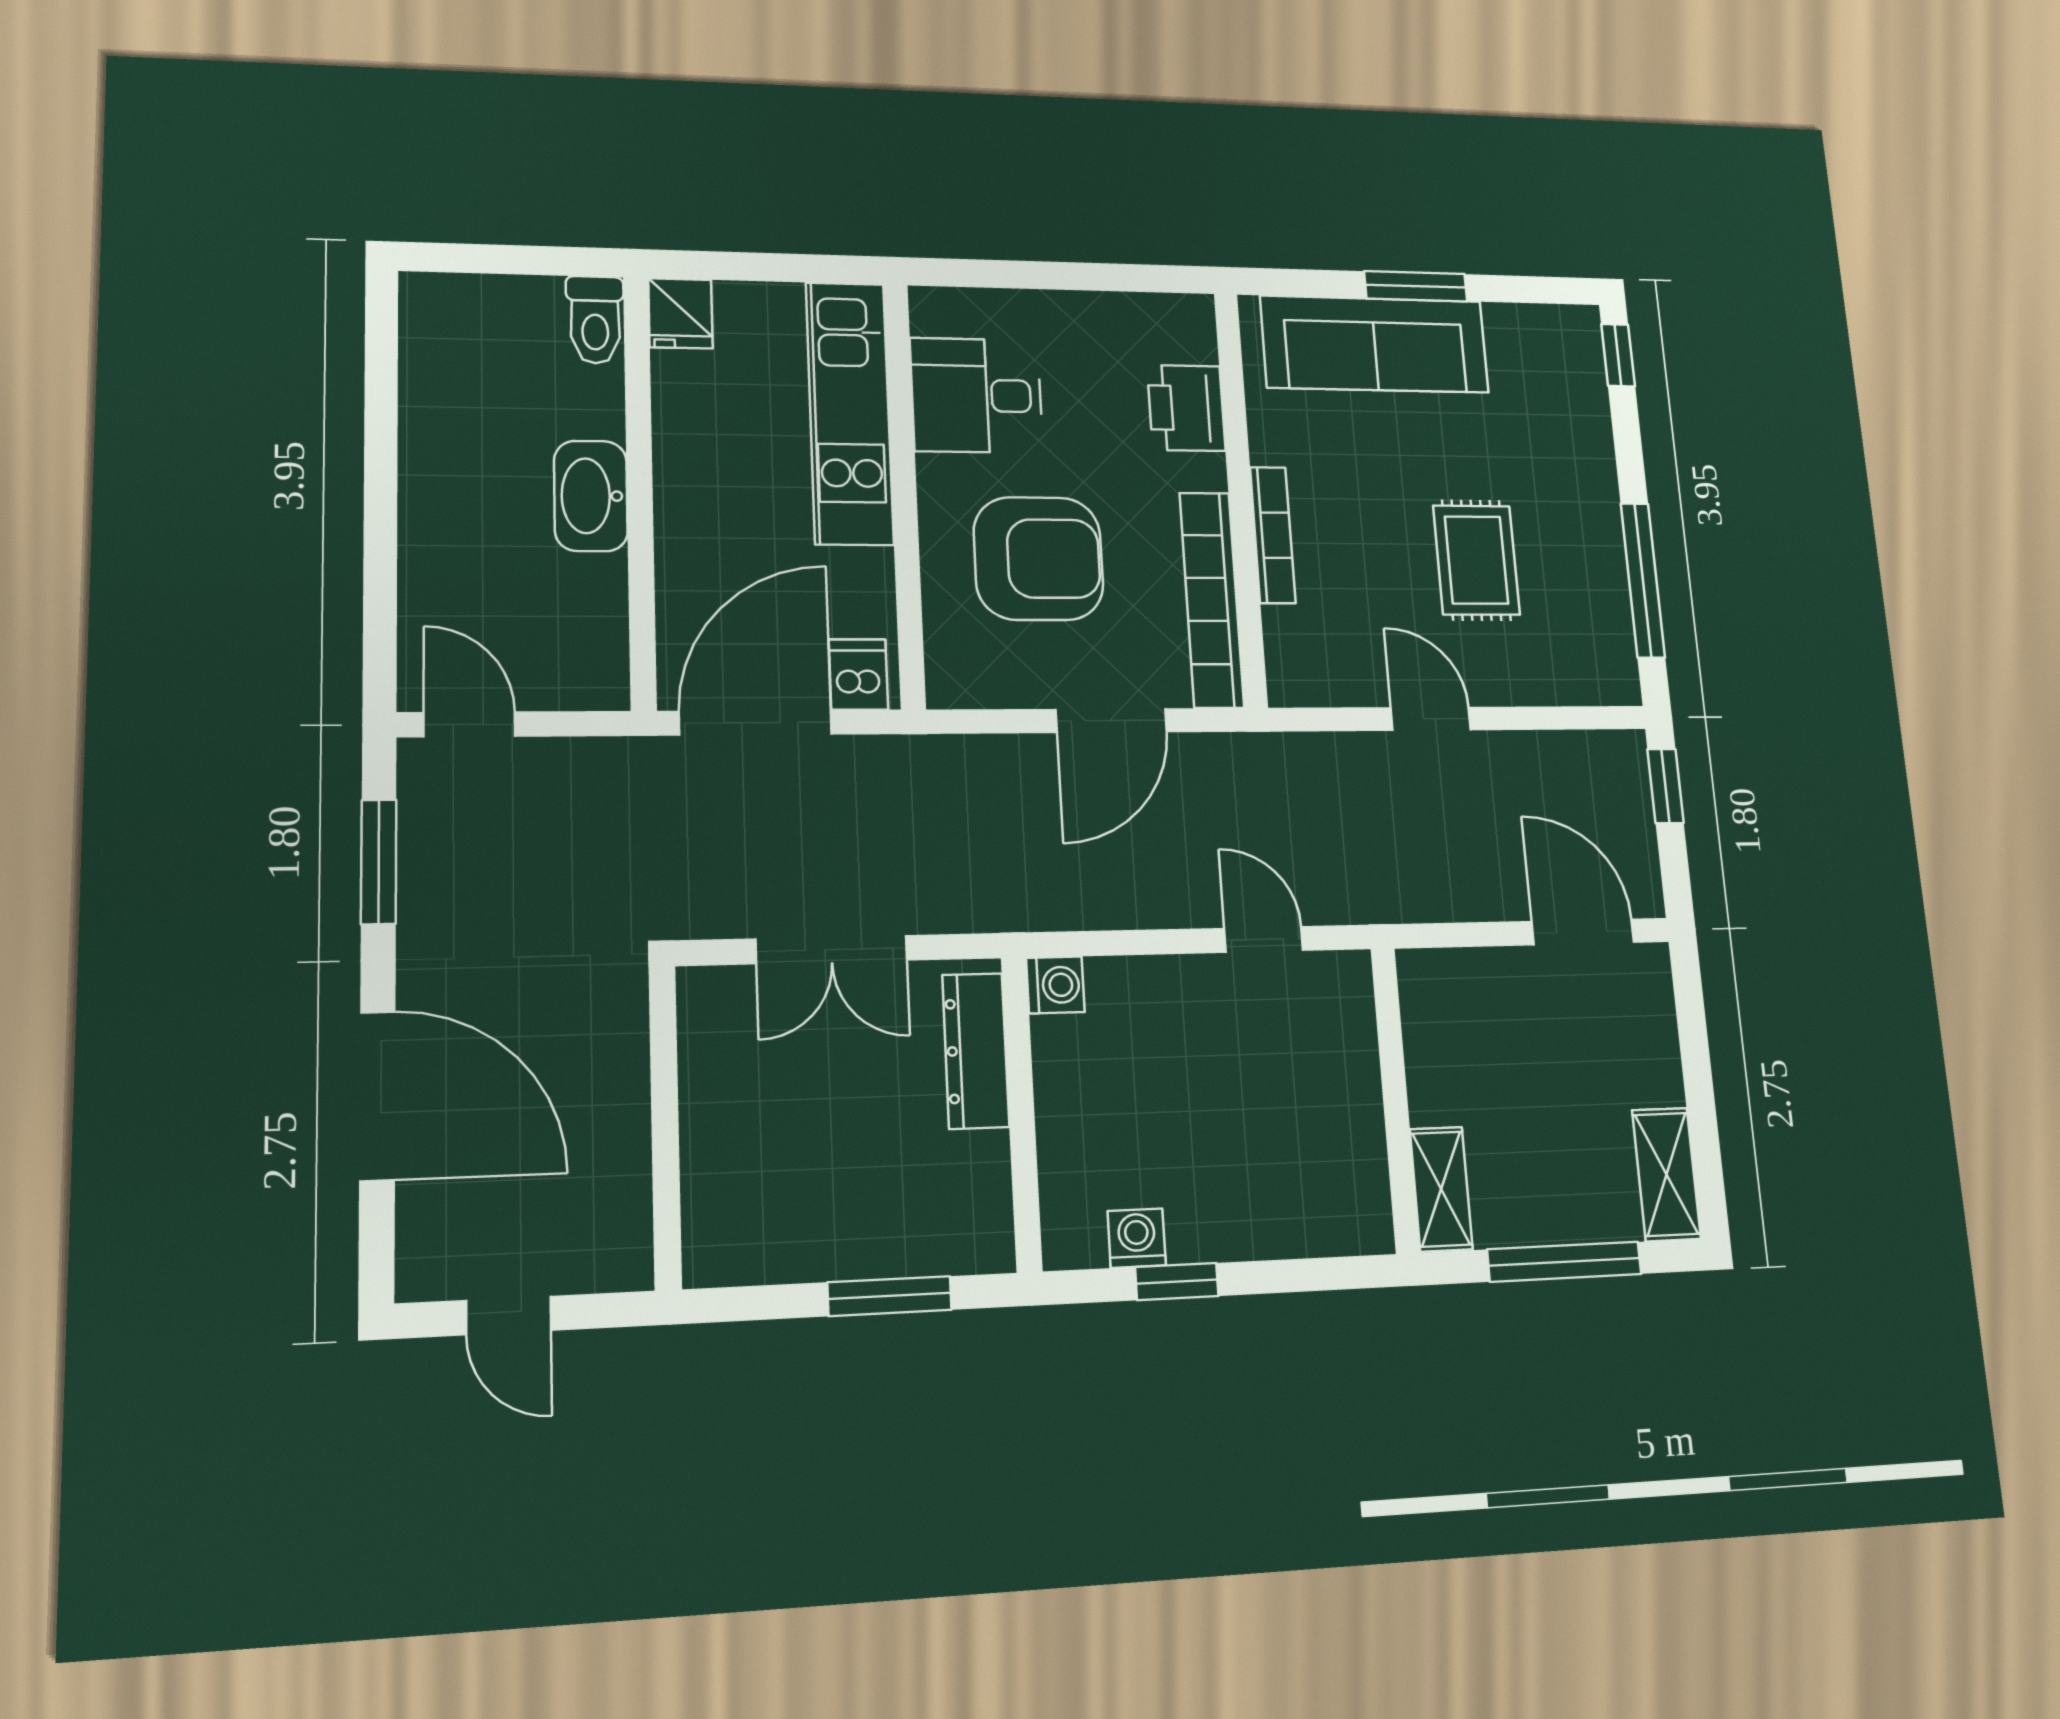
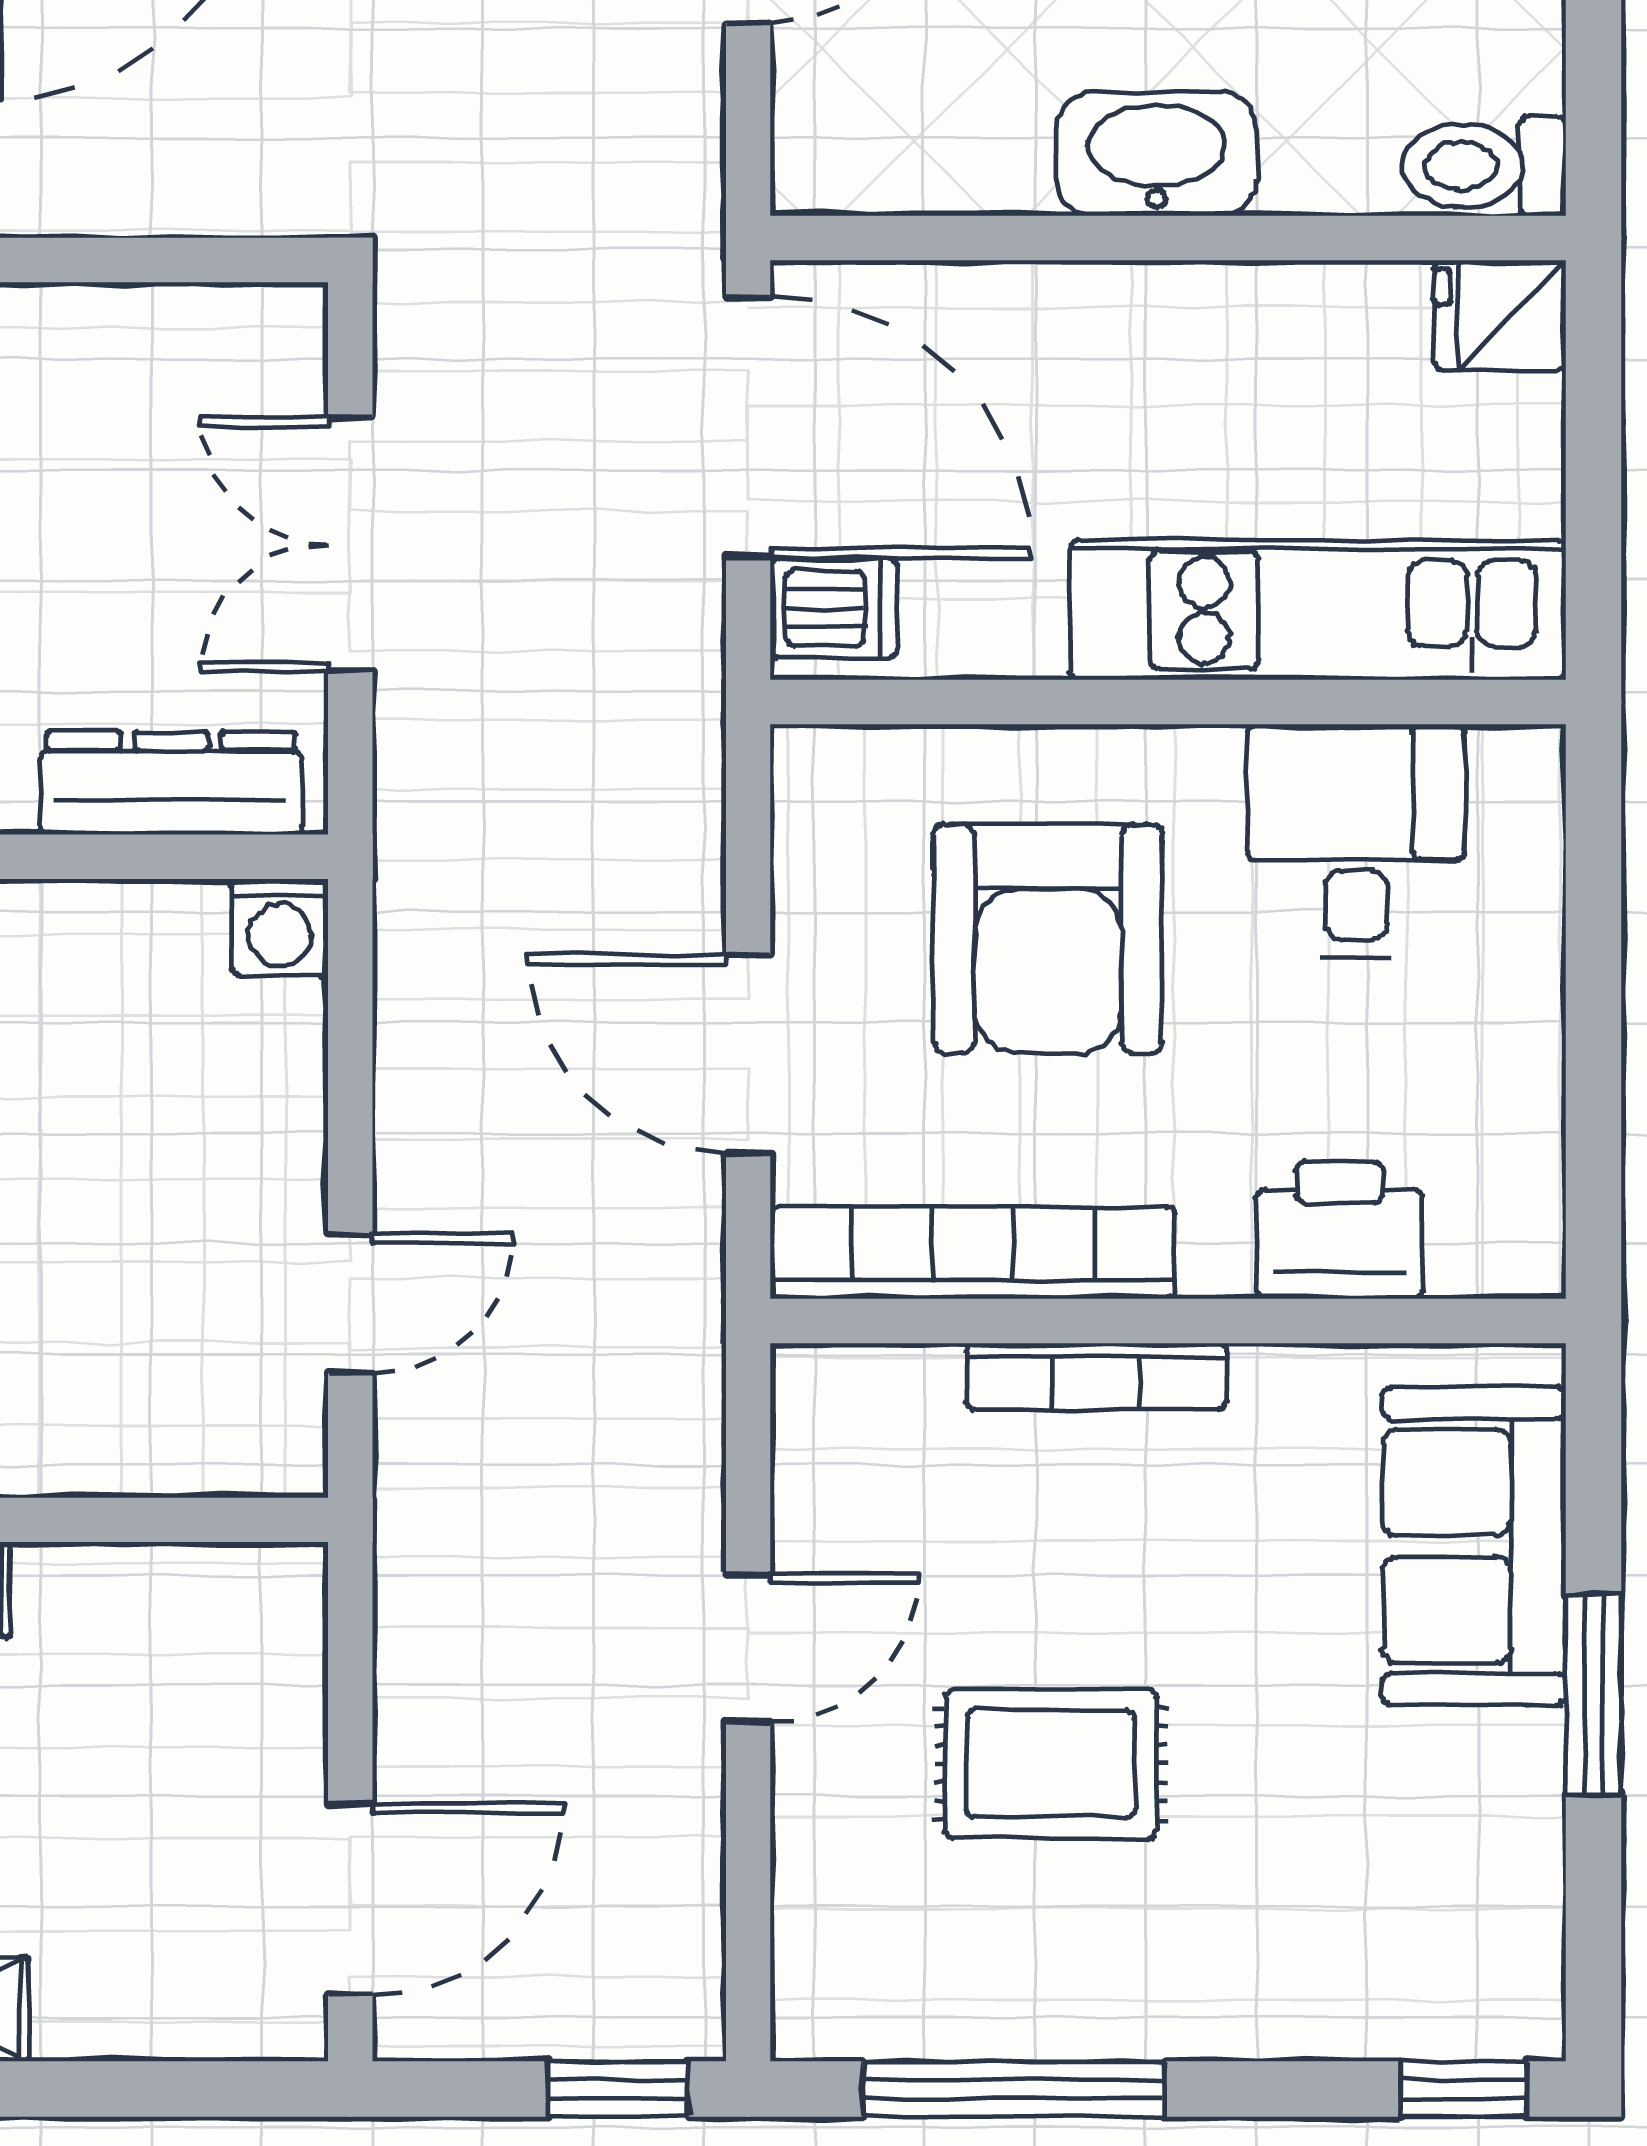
sofa: (1375, 344) -> (1474, 1546), width x0.73

